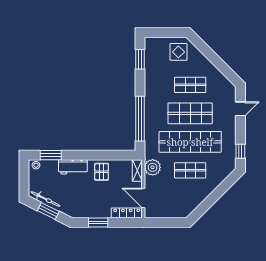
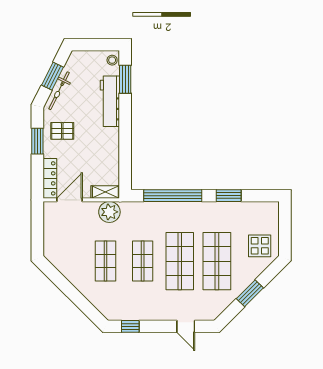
window: (140, 59) -> (229, 196), moved
window: (215, 59) -> (250, 293), added
shop shelf: (190, 85) -> (217, 261), width x1.43, depth x1.36
shop shelf: (190, 142) -> (143, 261), width x0.50, depth x0.74
workbench: (73, 167) -> (110, 101), width x1.38
pallet: (102, 172) -> (62, 131), moved
bicycle: (45, 199) -> (59, 91), moved

